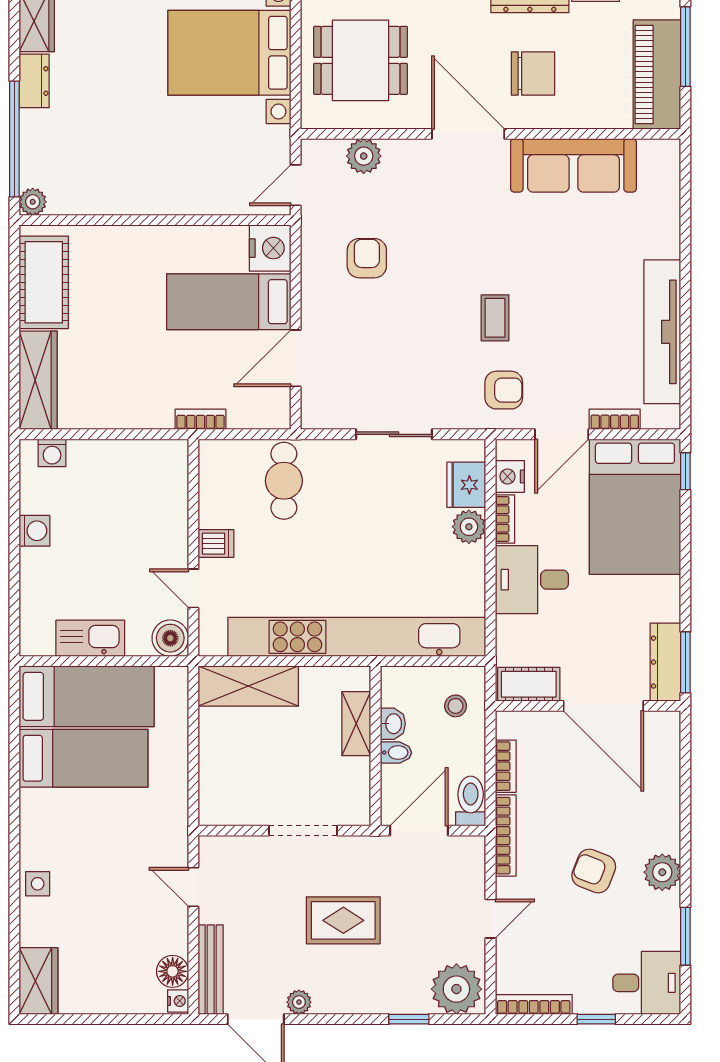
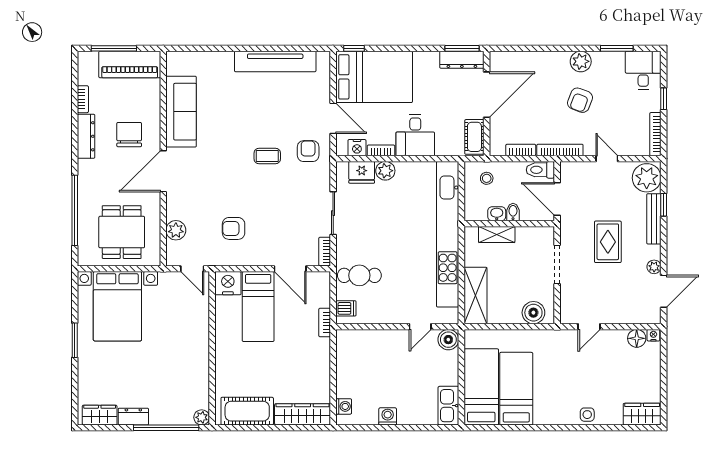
bookcase: (615, 419) -> (325, 252), moved
dishwasher: (216, 544) -> (346, 308), moved, turned 90
kitchen sink: (90, 638) -> (448, 406), moved
boiler: (218, 789) -> (533, 313), added
bench: (211, 970) -> (654, 219), moved, turned 90

